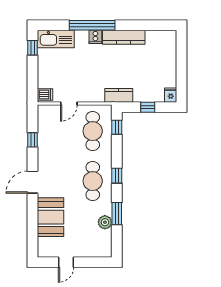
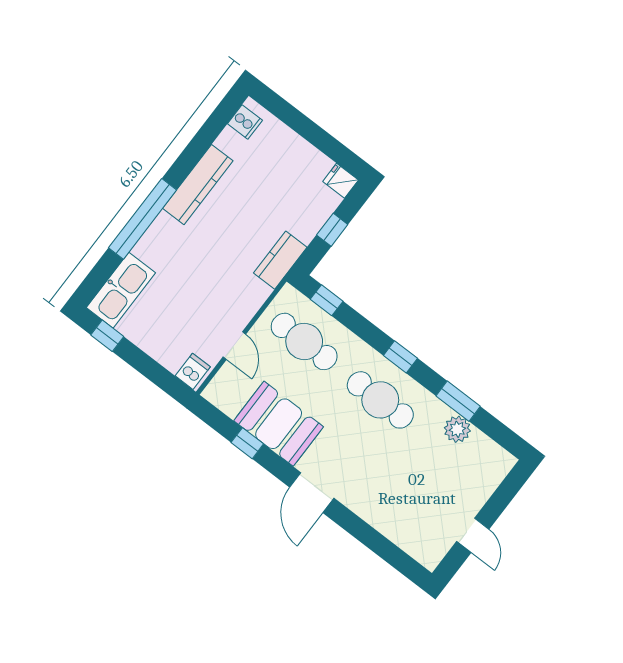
cooker: (95, 37) -> (245, 122), moved
booth: (51, 217) -> (279, 424), moved

